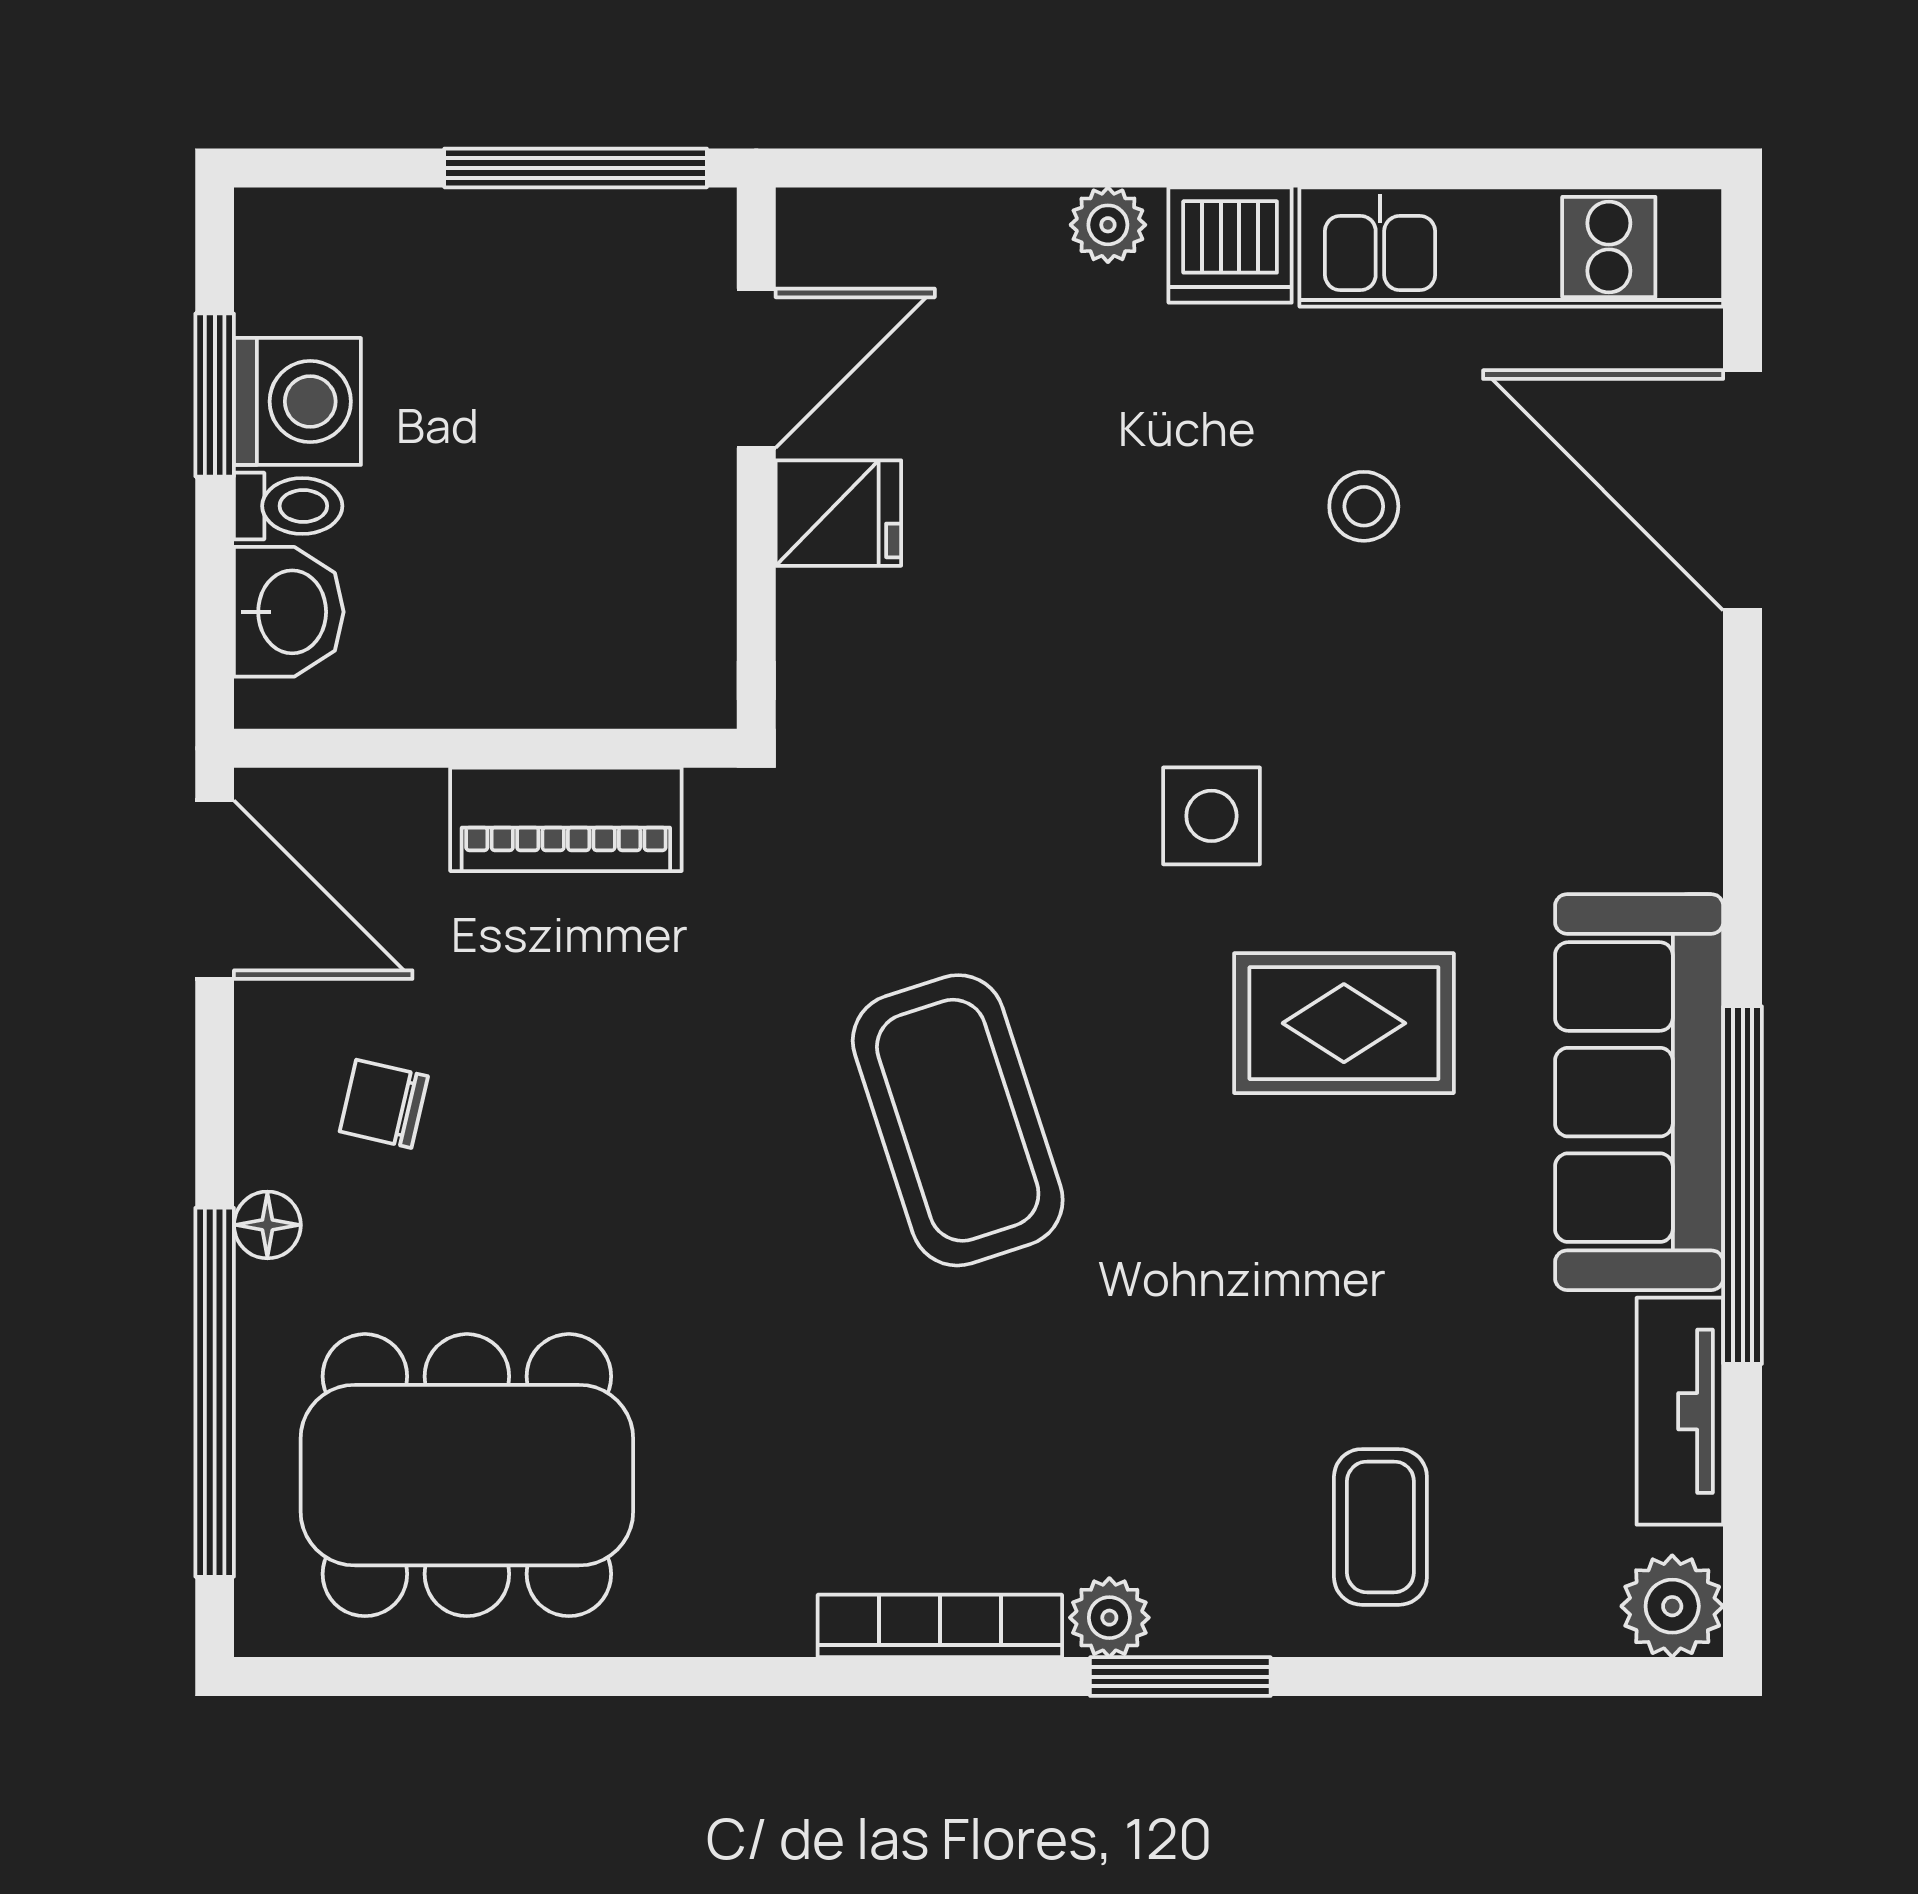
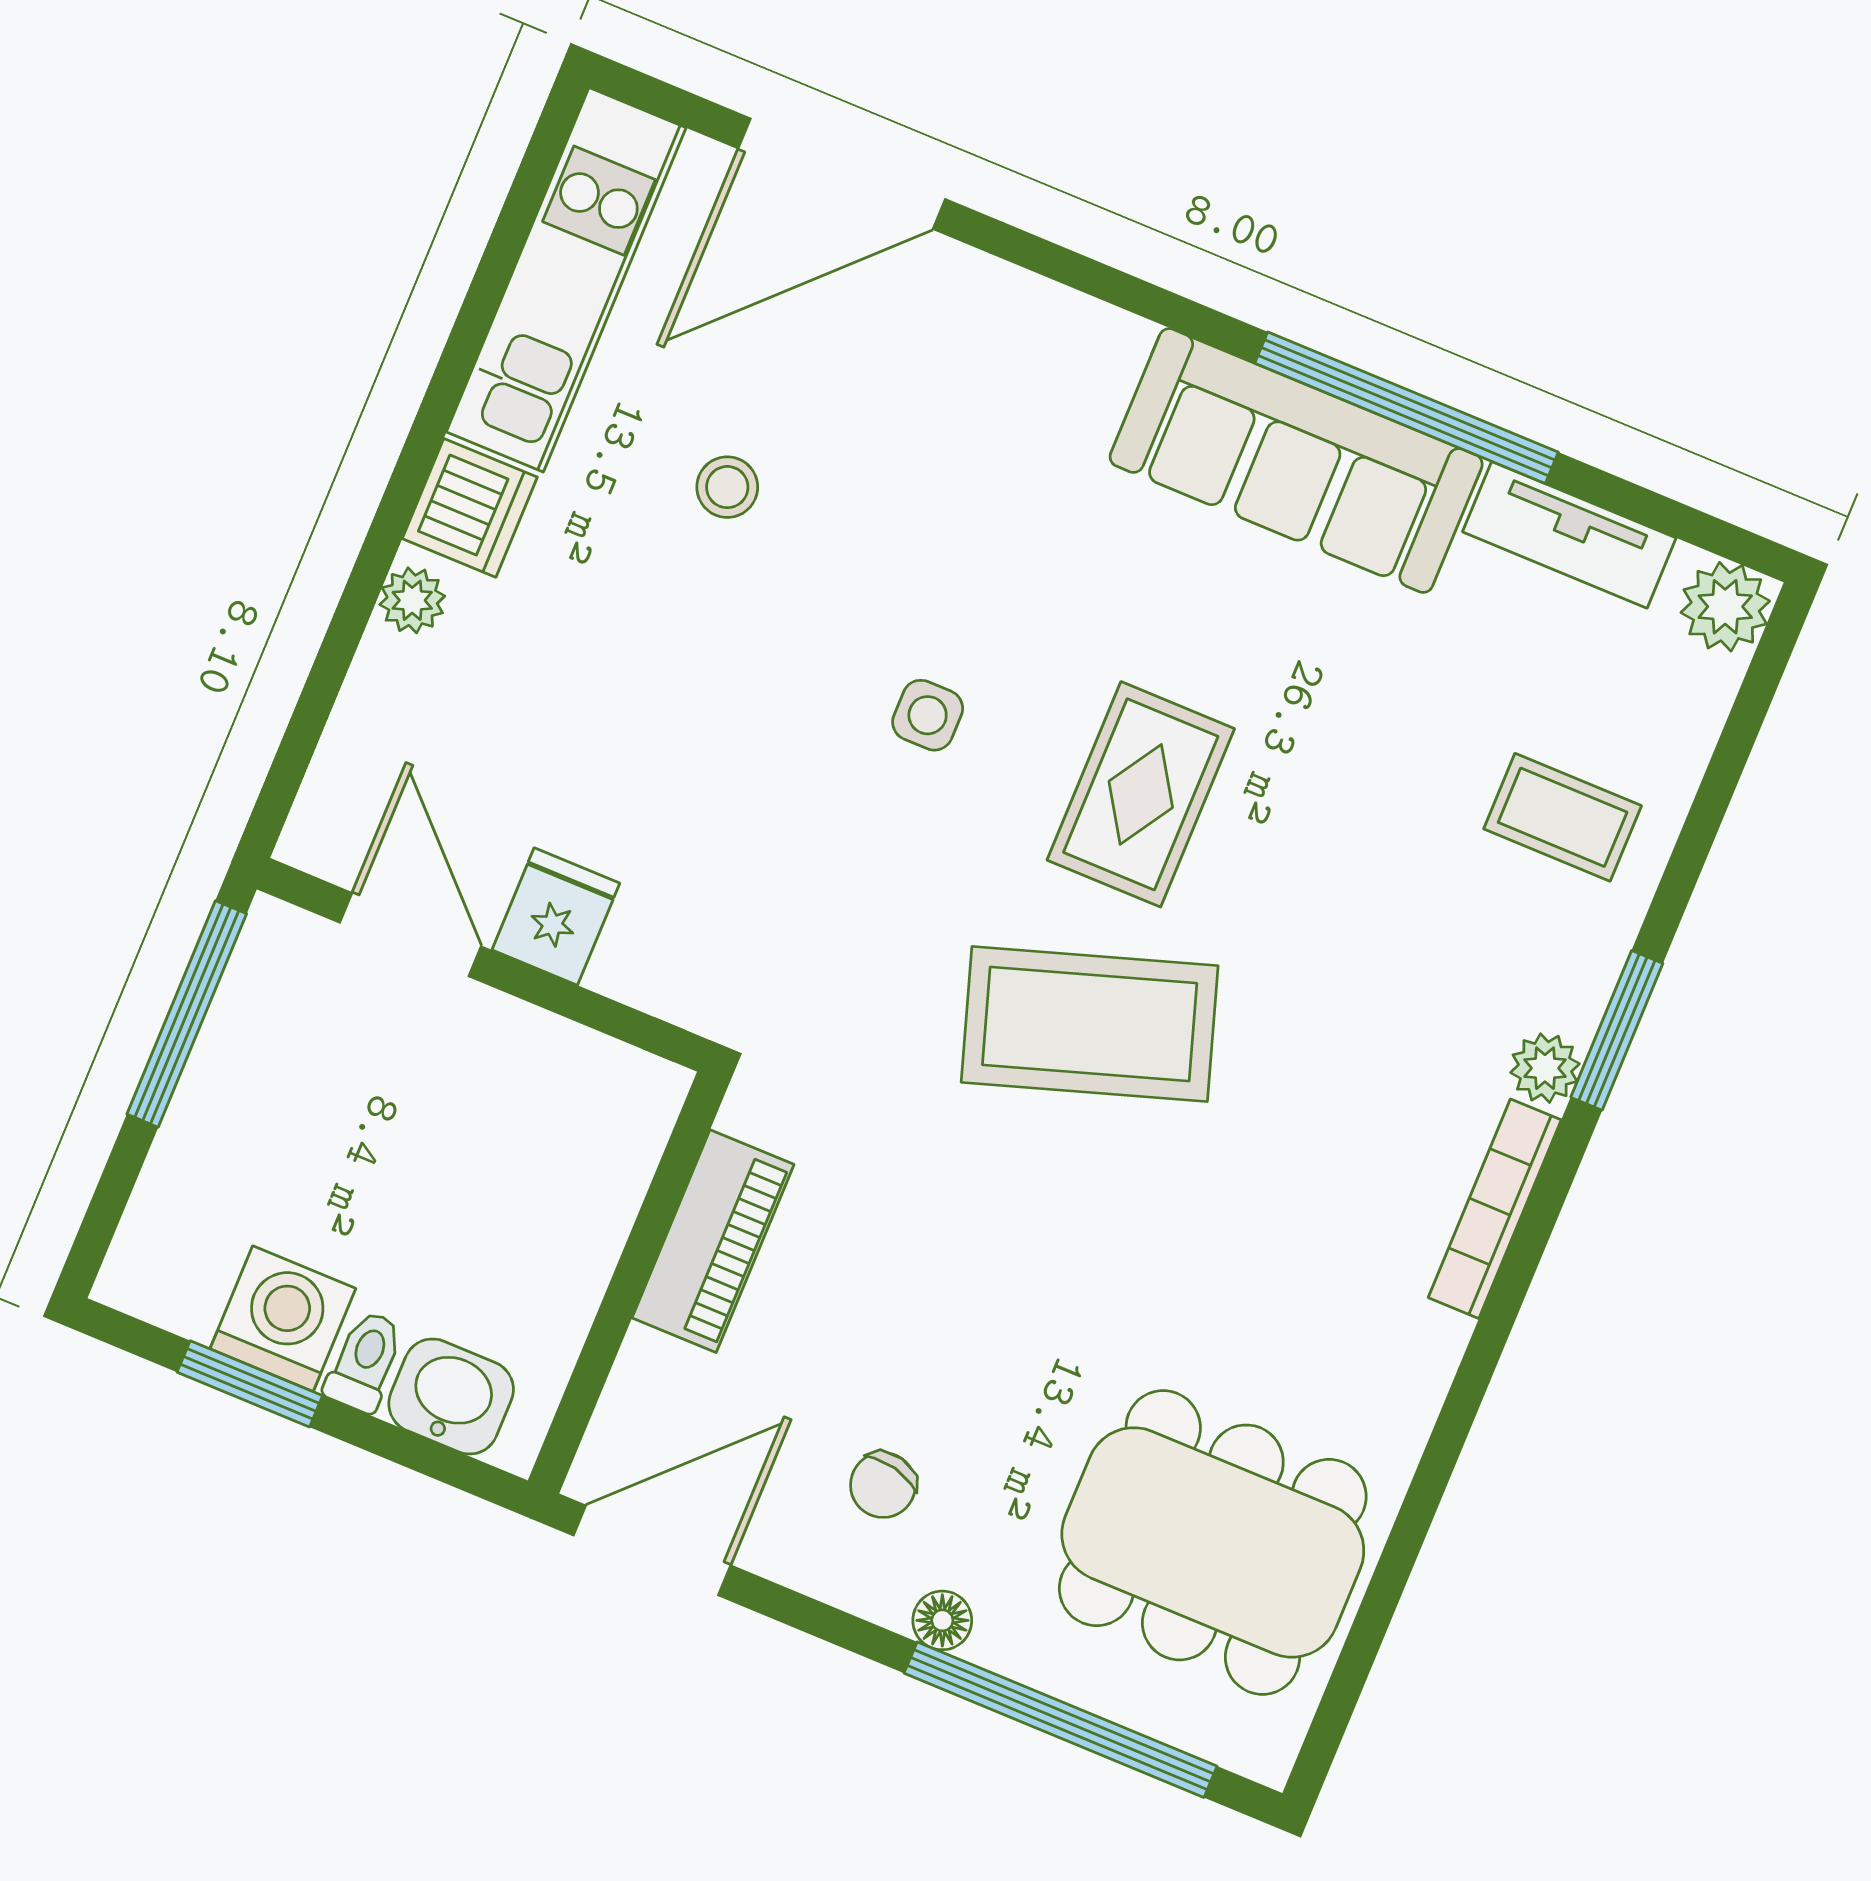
side table: (1211, 816) -> (928, 715), width x0.73, depth x0.73
rug: (1344, 1023) -> (1141, 794), moved
dining table: (467, 1475) -> (1213, 1542), turned 90

